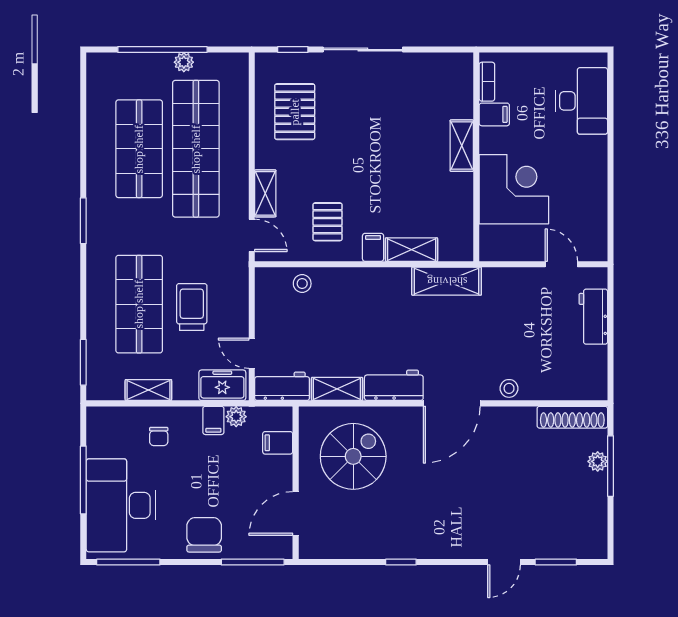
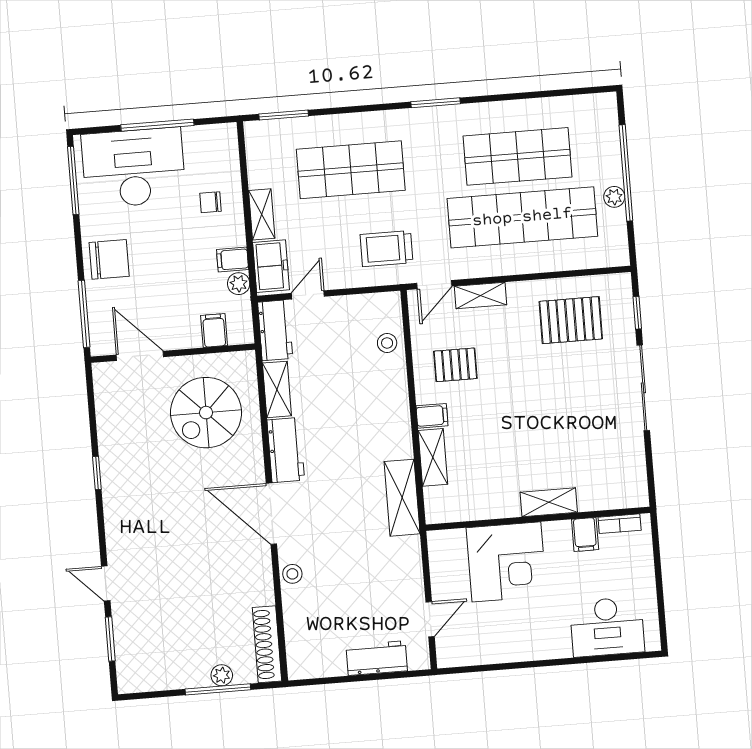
trolley: (192, 307) -> (387, 249), moved, turned 180
shelving: (148, 390) -> (262, 214), moved
spiral stairs: (353, 456) -> (206, 413), turned 90

